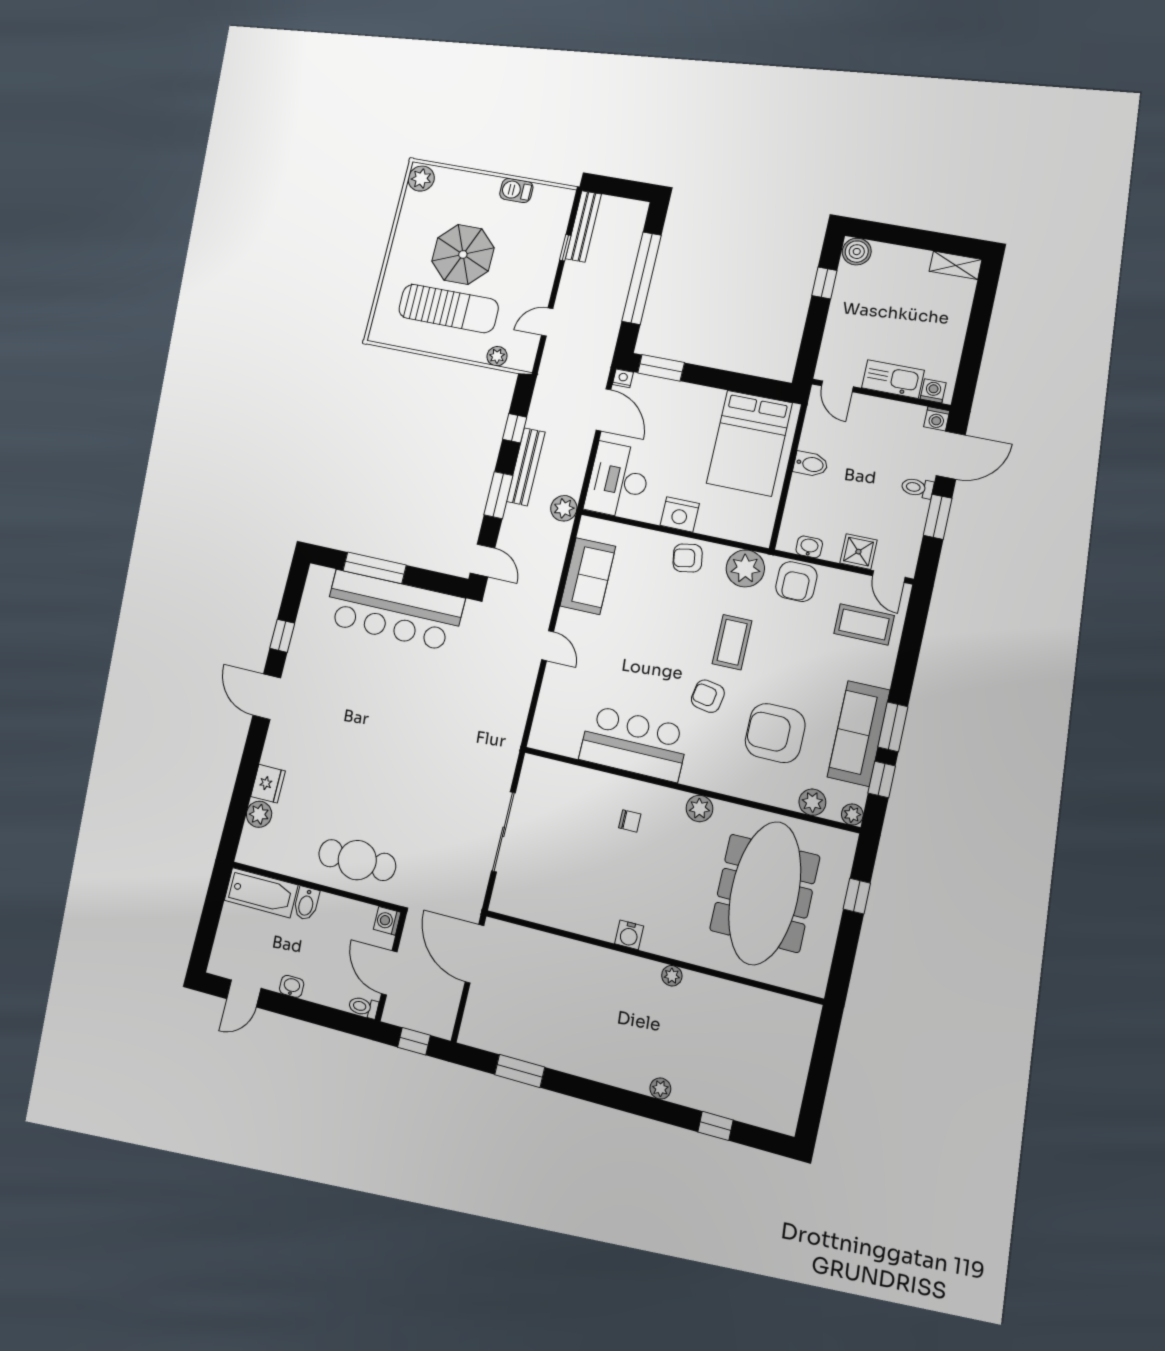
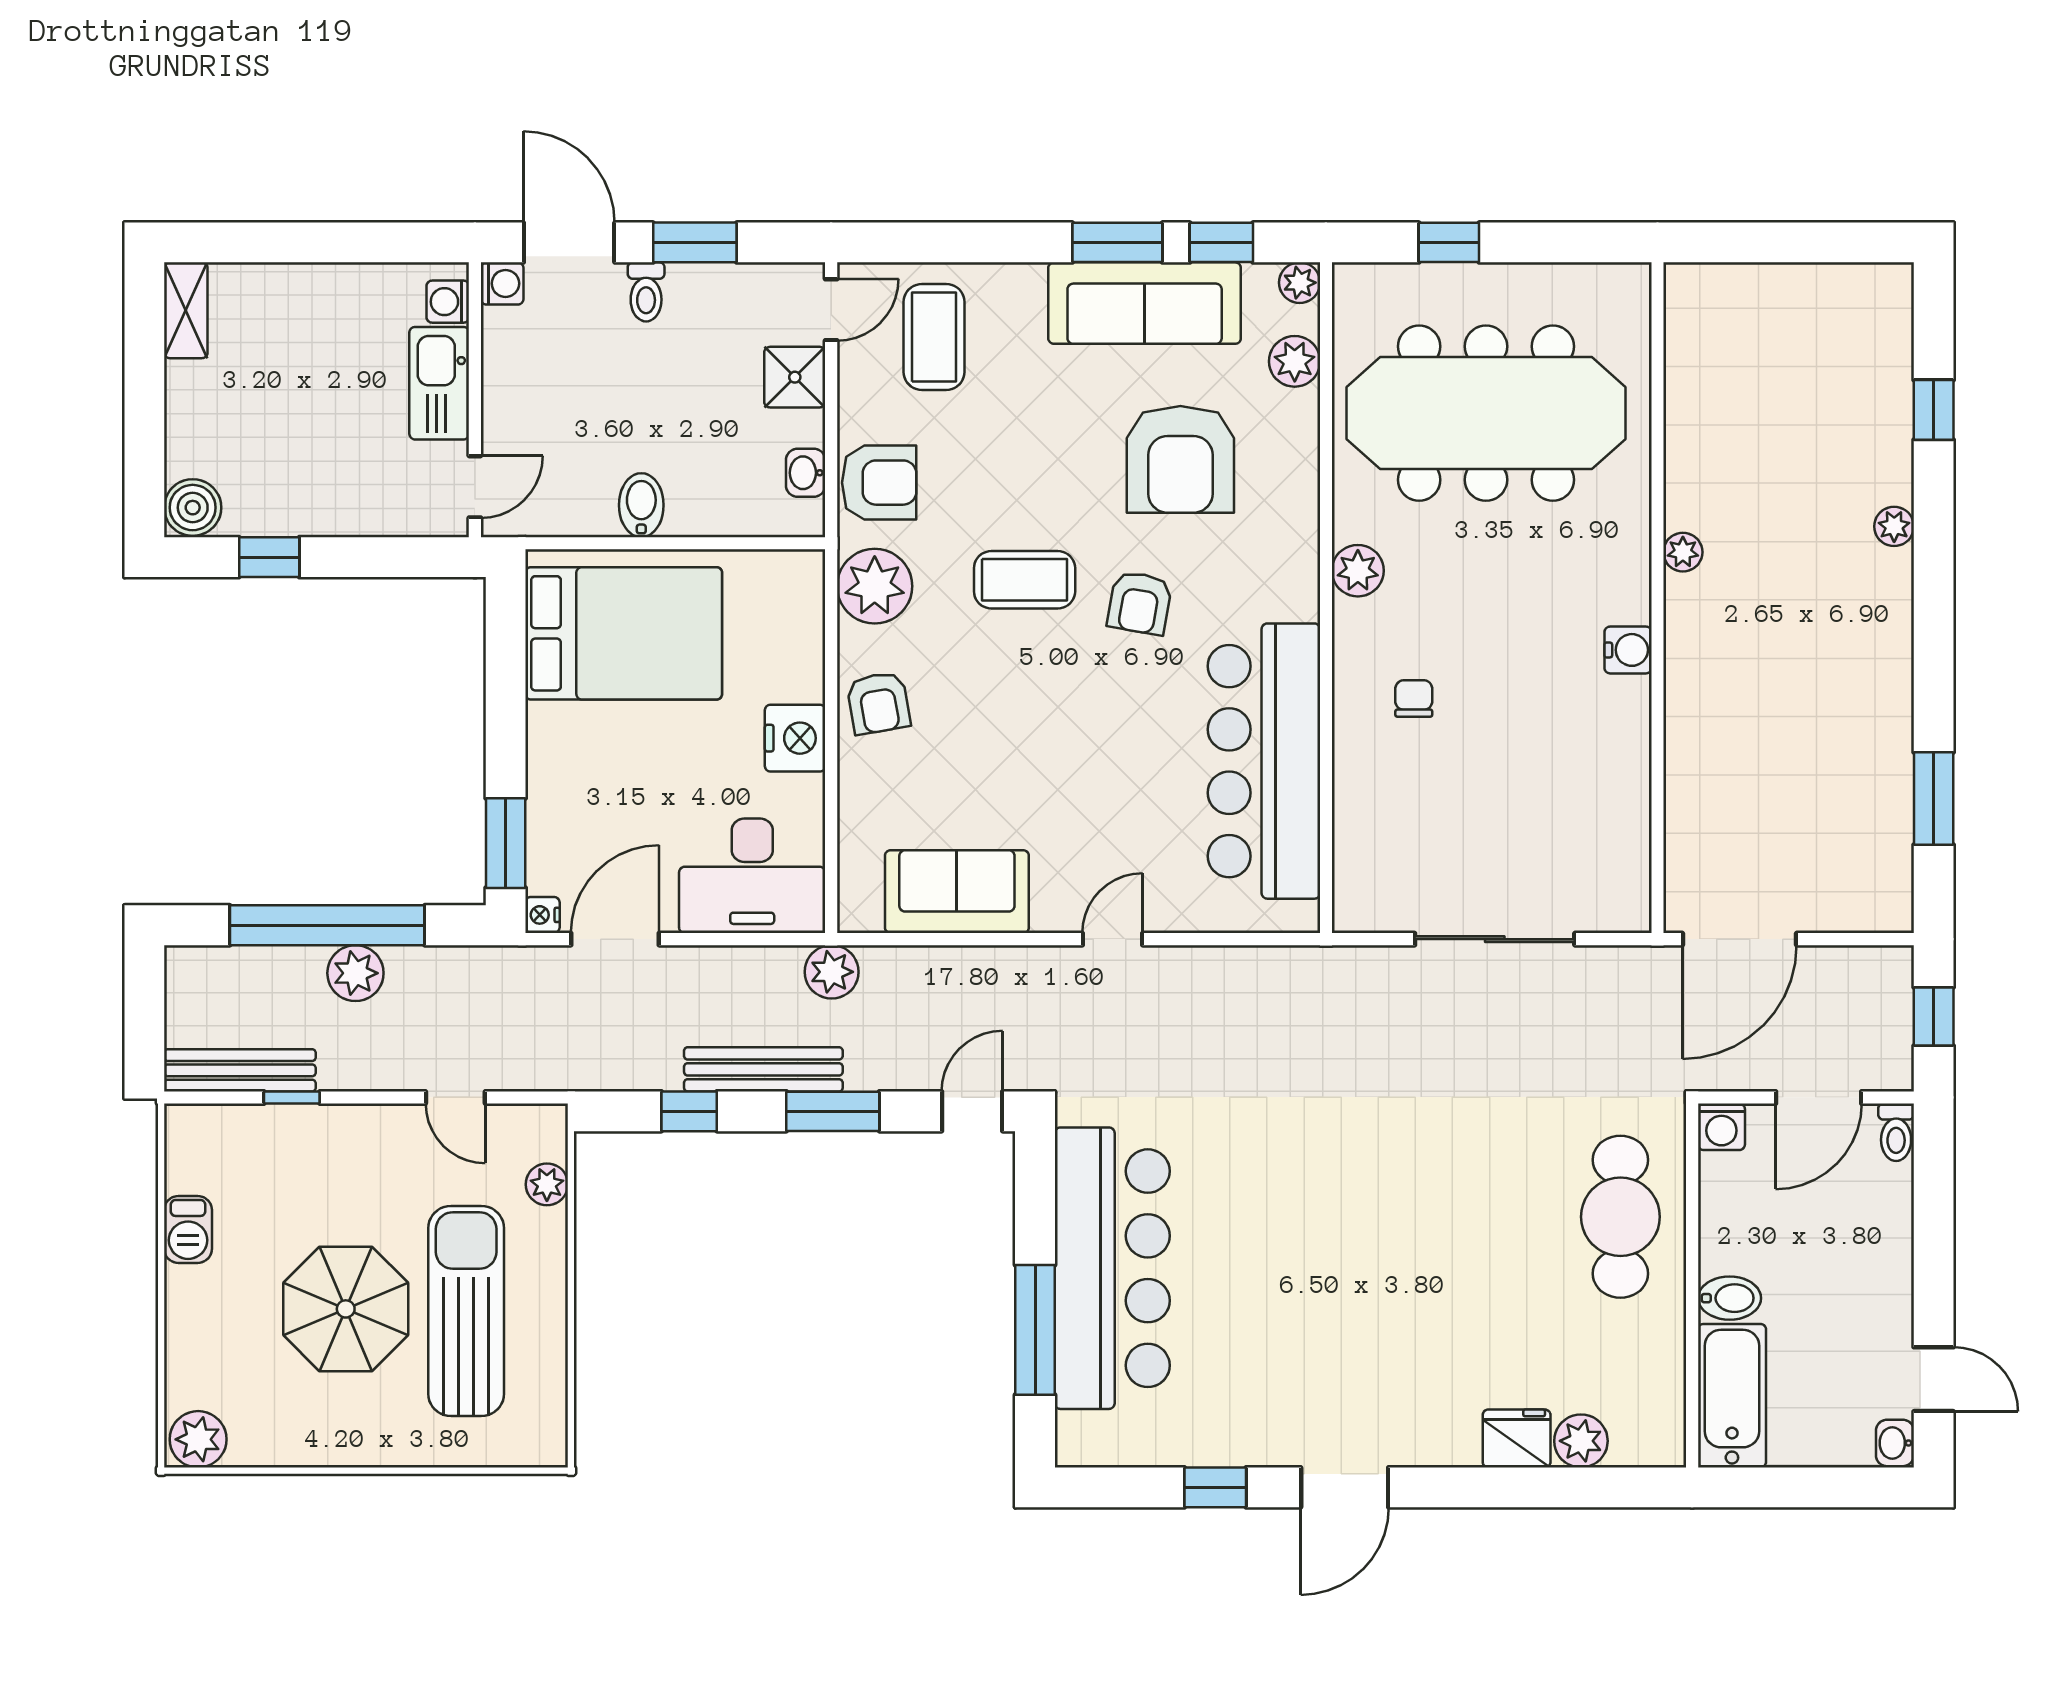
plant: (616, 287) -> (355, 973), added
bar counter: (634, 744) -> (1264, 761), width x1.36
washbasin: (292, 986) -> (1895, 1443), moved

